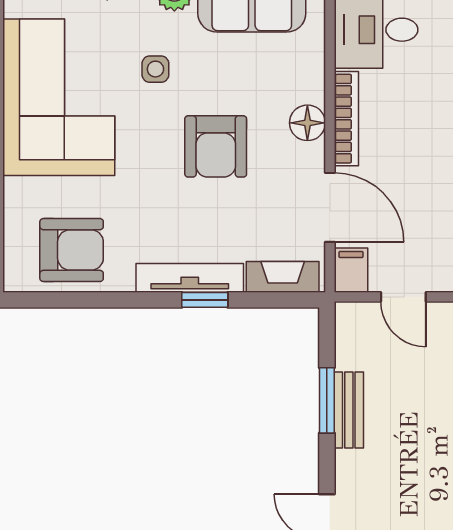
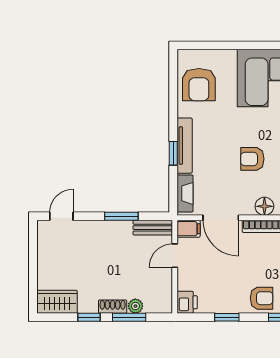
armchair: (216, 146) -> (252, 159), width x0.72, depth x0.72
door: (330, 207) -> (221, 218), hinge flipped
bench: (349, 410) -> (153, 228), moved

